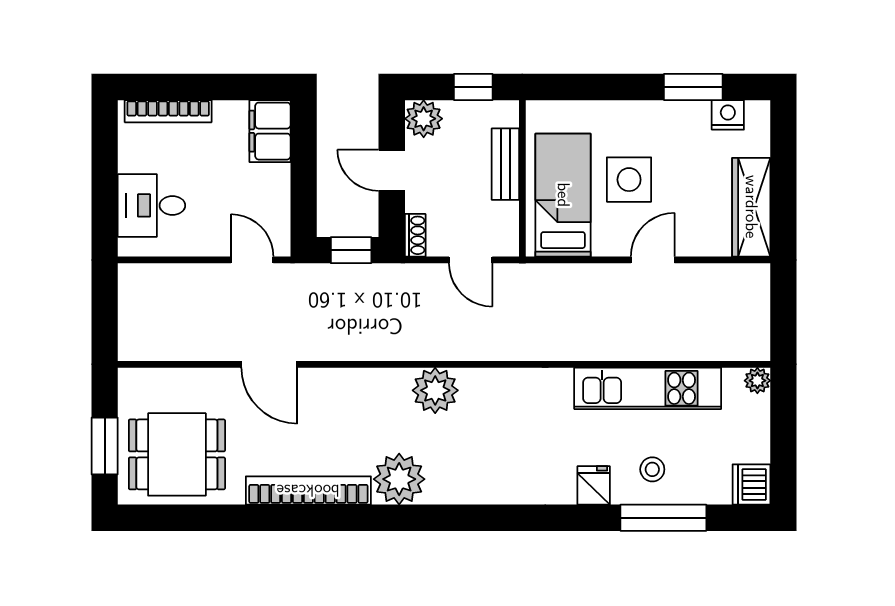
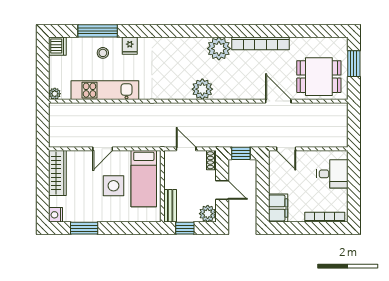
nightstand: (728, 115) -> (56, 215), moved, turned 90
bench: (505, 164) -> (170, 206), moved
dining table: (177, 454) -> (319, 77), moved

